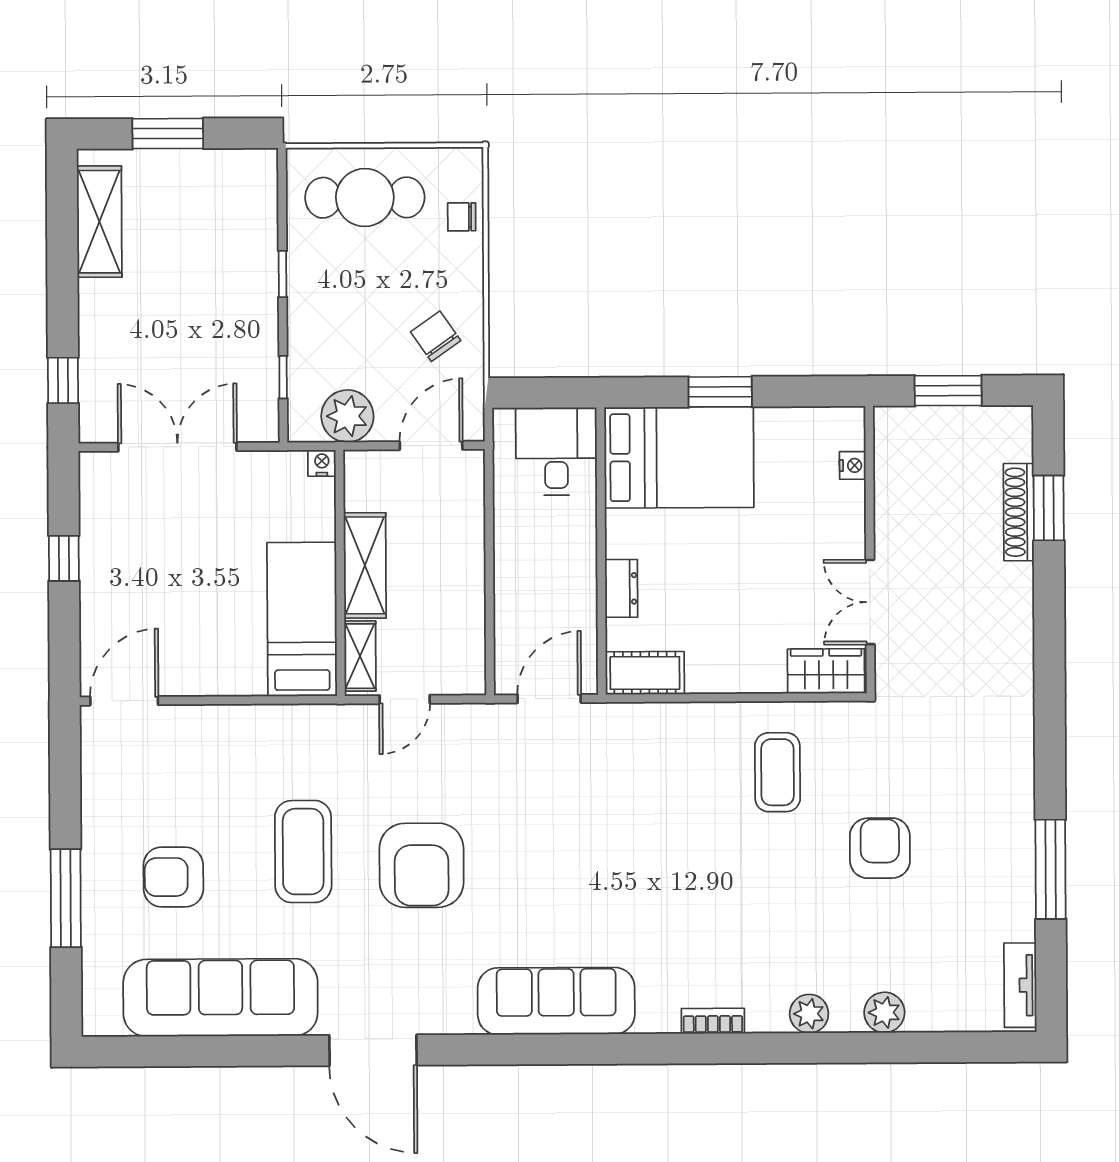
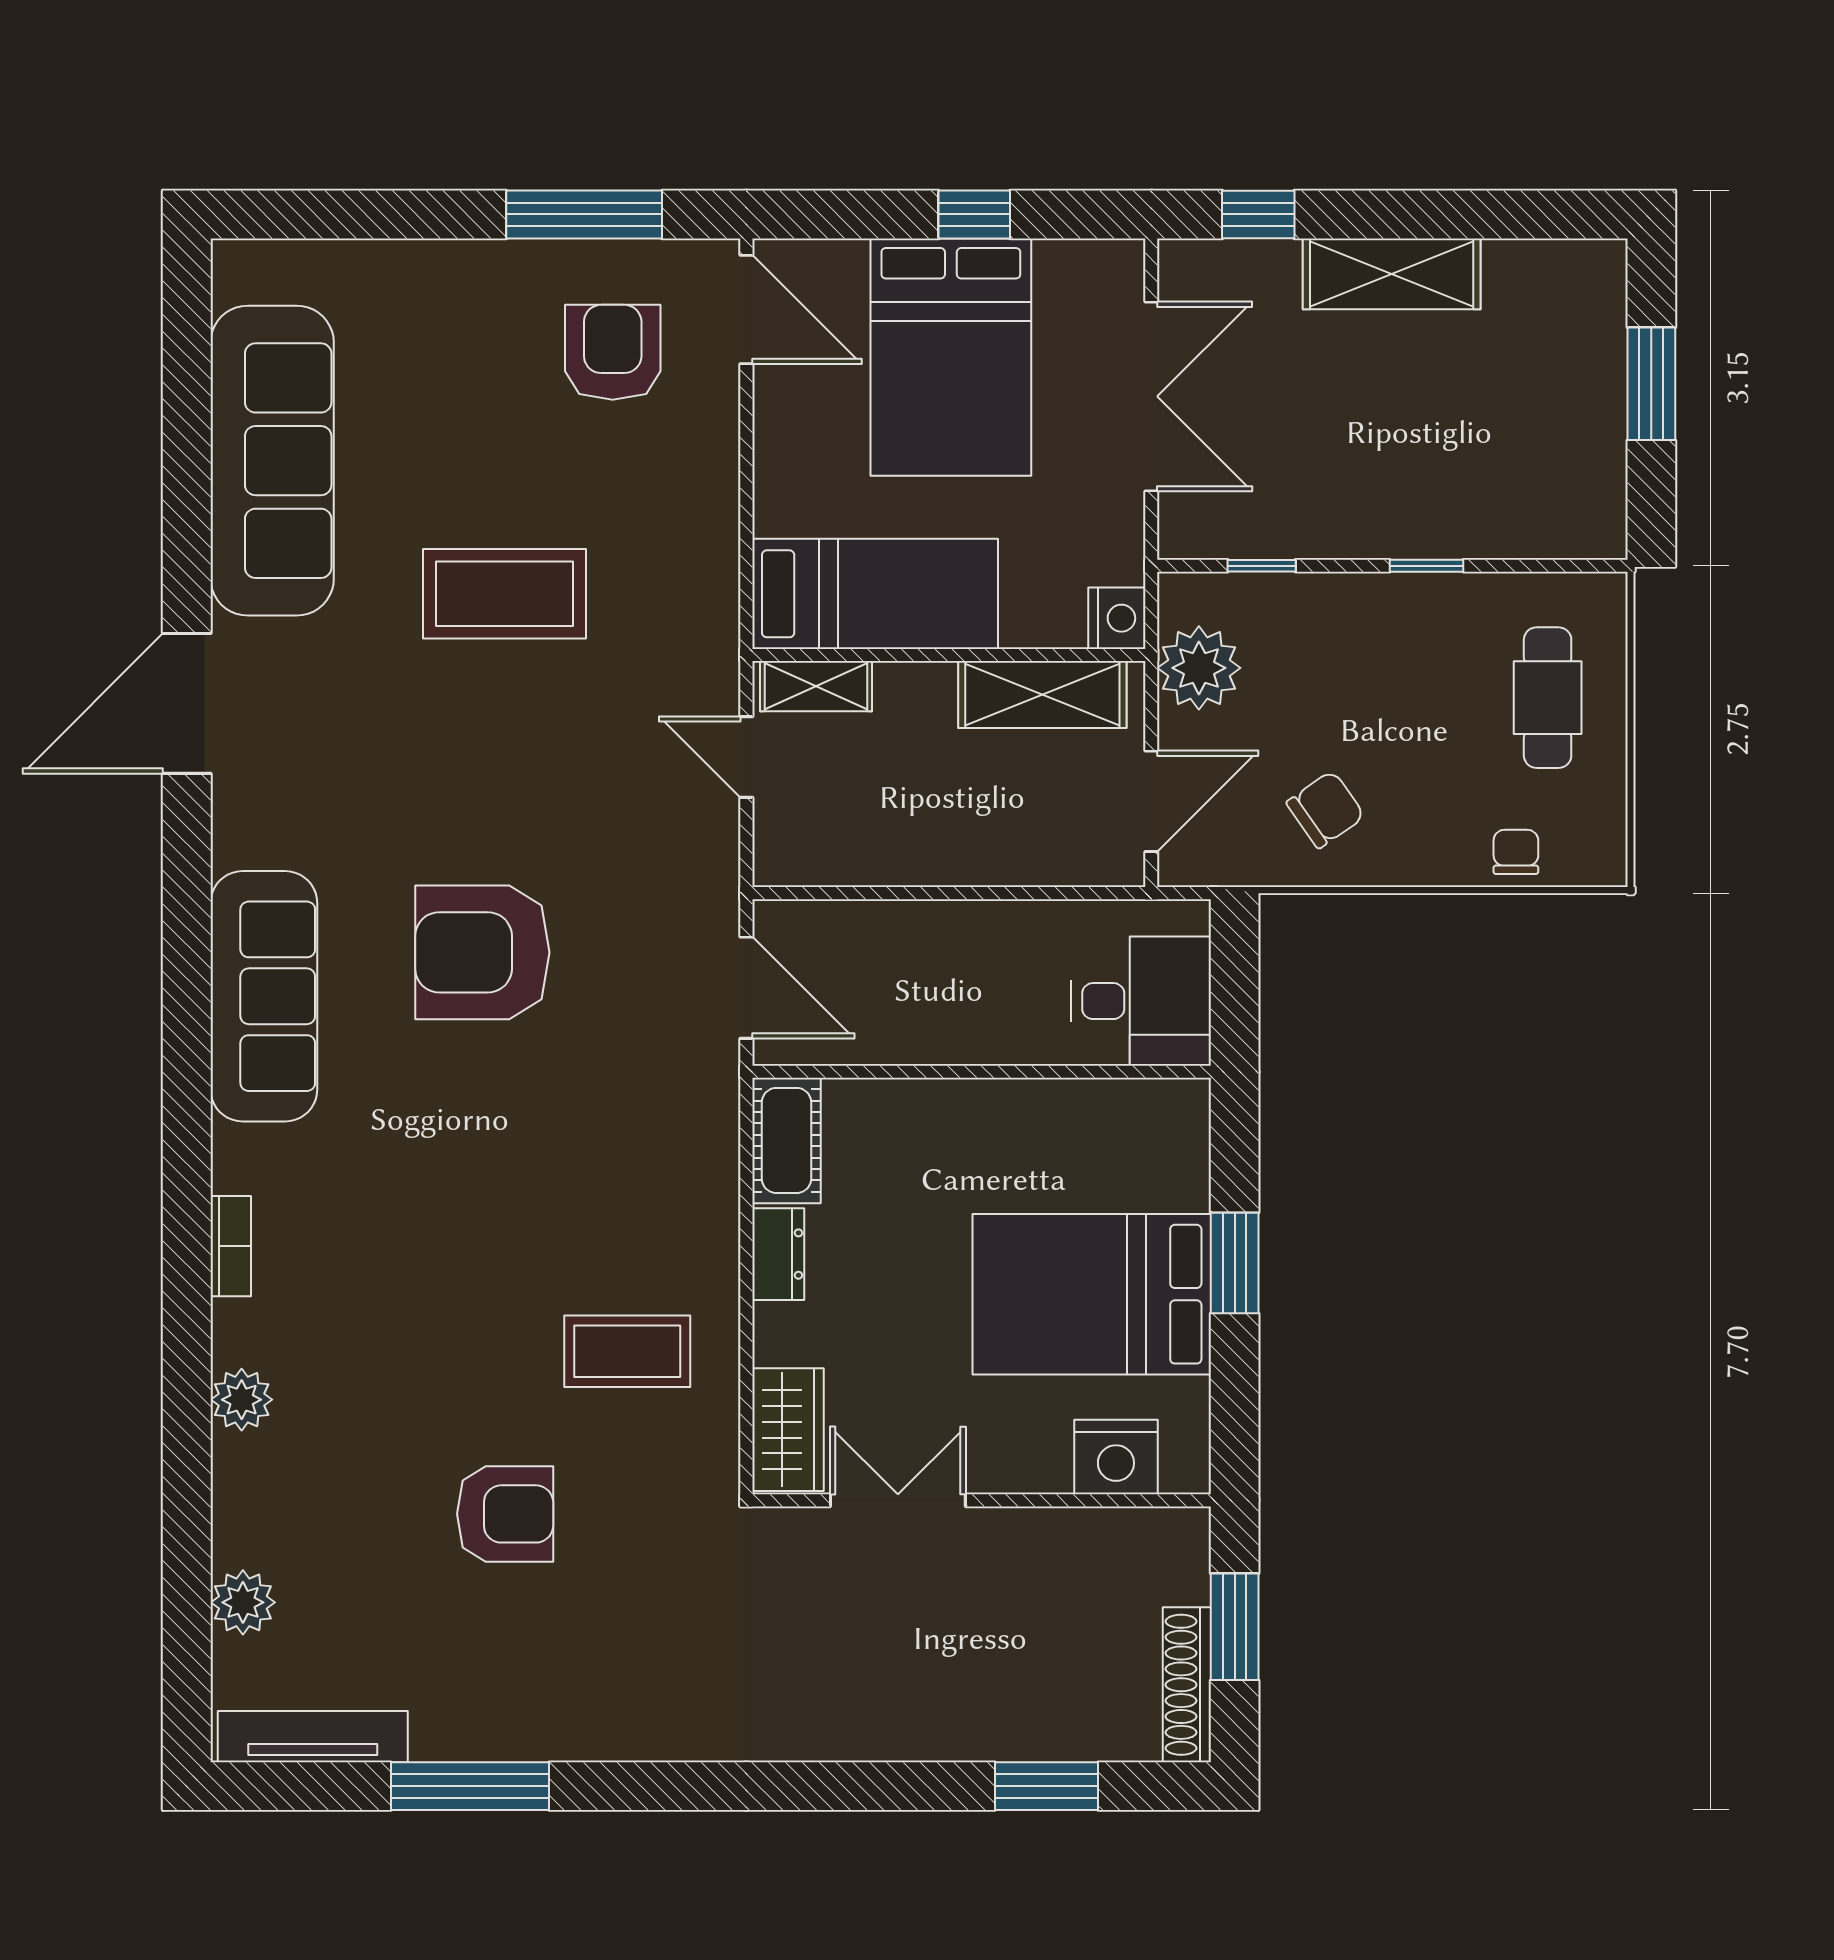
cafe table: (365, 198) -> (1548, 698), width x0.73, depth x0.74
shelving: (99, 222) -> (1392, 274), moved
door: (431, 446) -> (1151, 801), hinge flipped
bed: (679, 457) -> (1092, 1294), moved, turned 90
nightstand: (322, 463) -> (1117, 618), width x1.39, depth x1.35
nightstand: (853, 465) -> (1116, 1457), width x1.89, depth x1.79
shoe rack: (1019, 512) -> (1187, 1685), moved, turned -90
shelving: (365, 565) -> (1042, 695), moved
bed: (153, 573) -> (951, 357), added
dresser: (621, 588) -> (778, 1254), moved, turned -90
armchair: (422, 865) -> (482, 952), moved
armchair: (173, 877) -> (613, 352), moved
window: (66, 898) -> (584, 214), moved
tv unit: (1020, 985) -> (313, 1737), width x1.41
plant: (884, 1012) -> (243, 1602), moved

